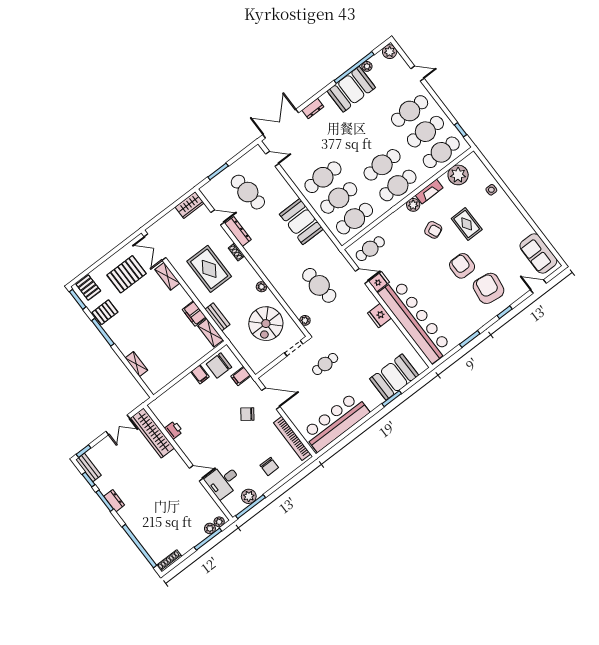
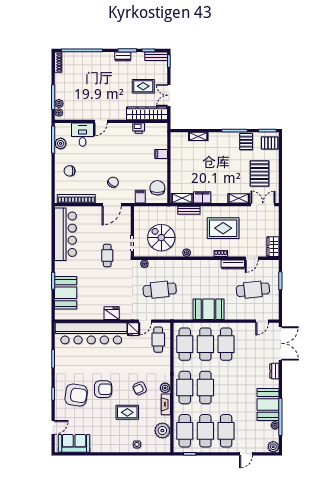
filing cabinet: (200, 374) -> (161, 154), moved
rug: (128, 457) -> (143, 86), added

